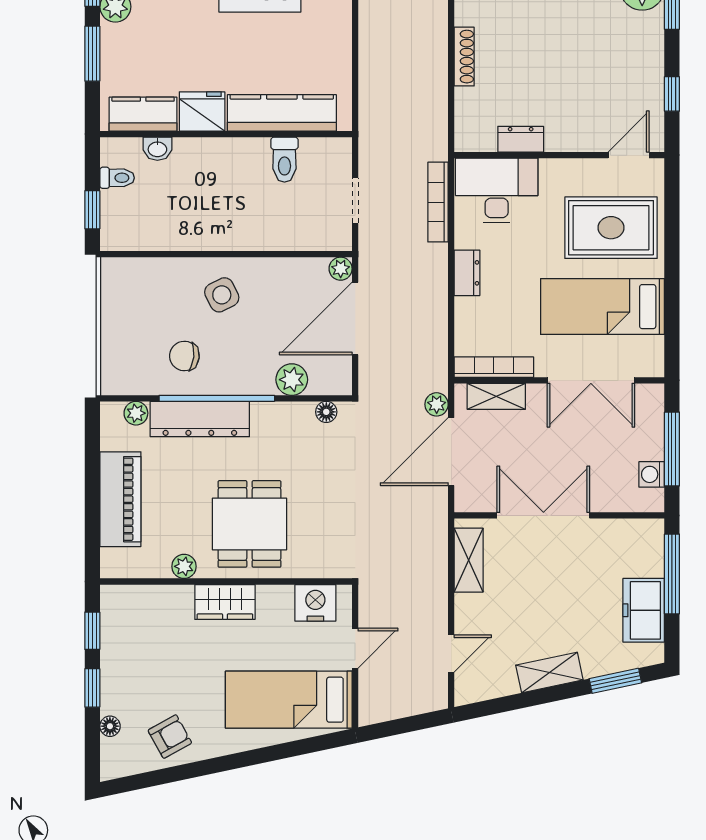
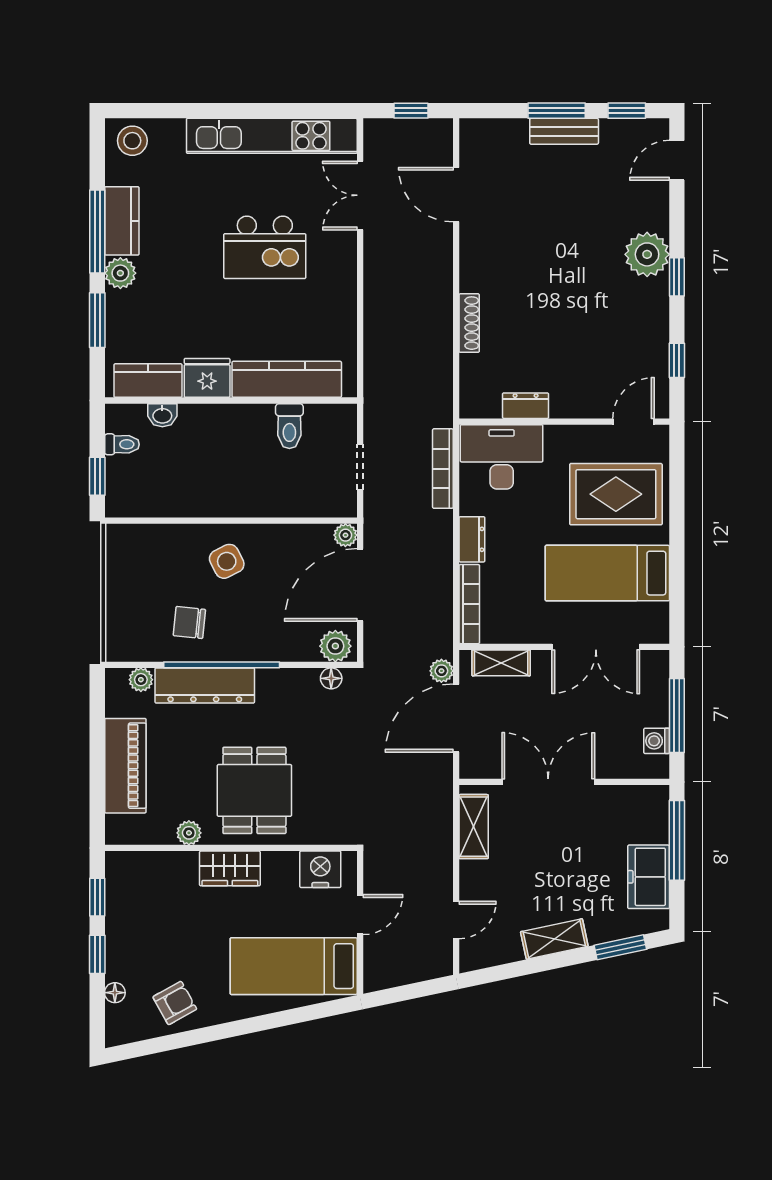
bookcase: (494, 367) -> (469, 604), moved, turned 90
plant: (292, 380) -> (335, 646), moved

